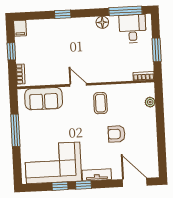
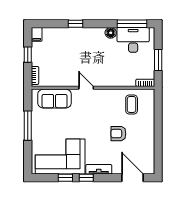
desk: (133, 29) -> (133, 40), width x1.37
plant: (150, 102) -> (150, 107), removed
coffee table: (100, 103) -> (132, 104), moved

